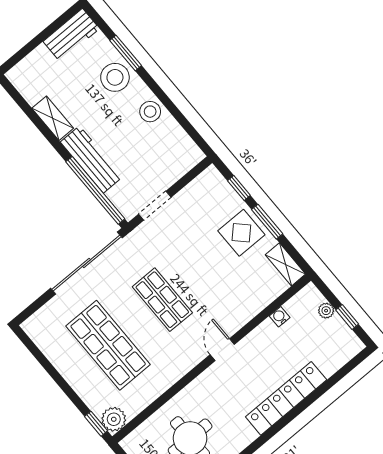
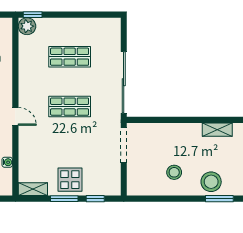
stool: (150, 112) -> (174, 172), moved
workbench: (91, 159) -> (177, 132), removed
window: (95, 190) -> (159, 120), removed
doorway: (155, 206) -> (124, 145), width x1.38
shop shelf: (108, 345) -> (70, 57), width x0.70, depth x0.74

